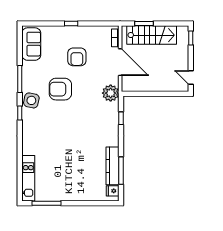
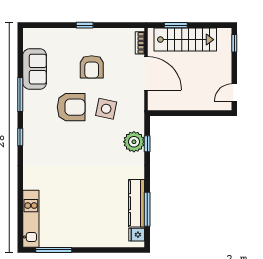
sofa: (31, 44) -> (35, 69), moved
door: (191, 77) -> (234, 93), hinge flipped
armchair: (60, 89) -> (71, 107), turned 180
plant: (111, 93) -> (134, 142), moved
side table: (31, 100) -> (106, 109), moved

